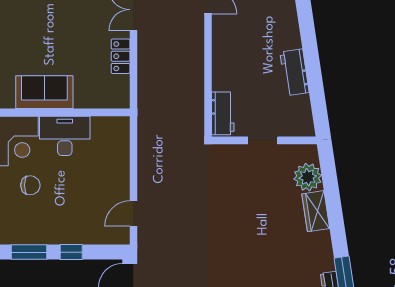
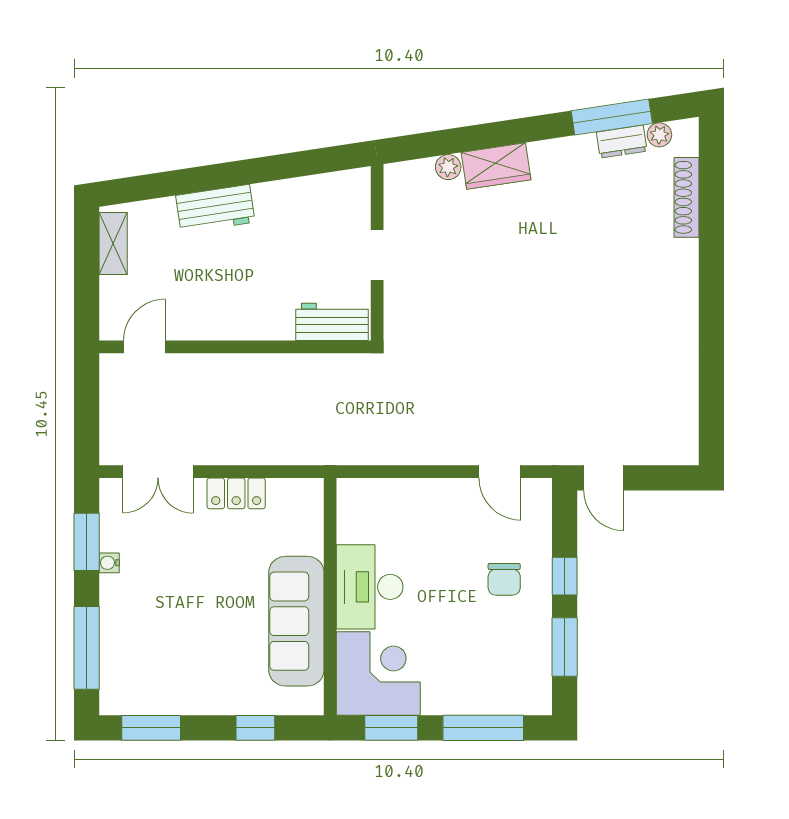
workbench: (295, 72) -> (215, 209), moved
sofa: (44, 92) -> (296, 621), width x1.36
plant: (308, 177) -> (448, 167), width x0.53, depth x0.53
chair: (30, 185) -> (504, 579), moved, turned 180

